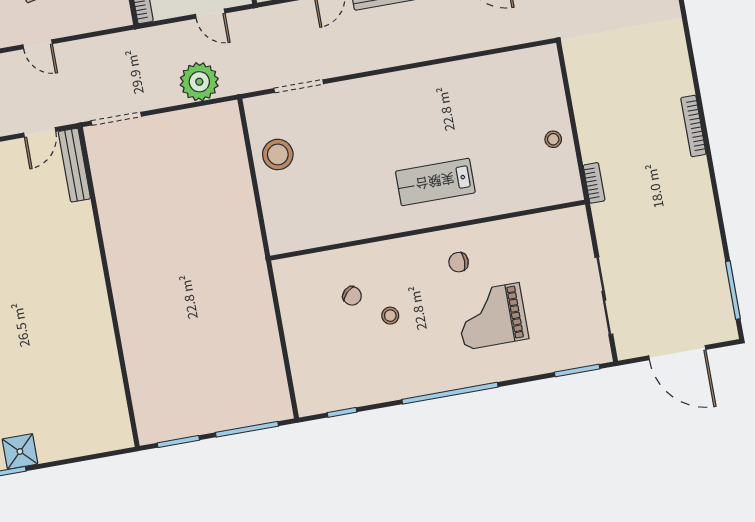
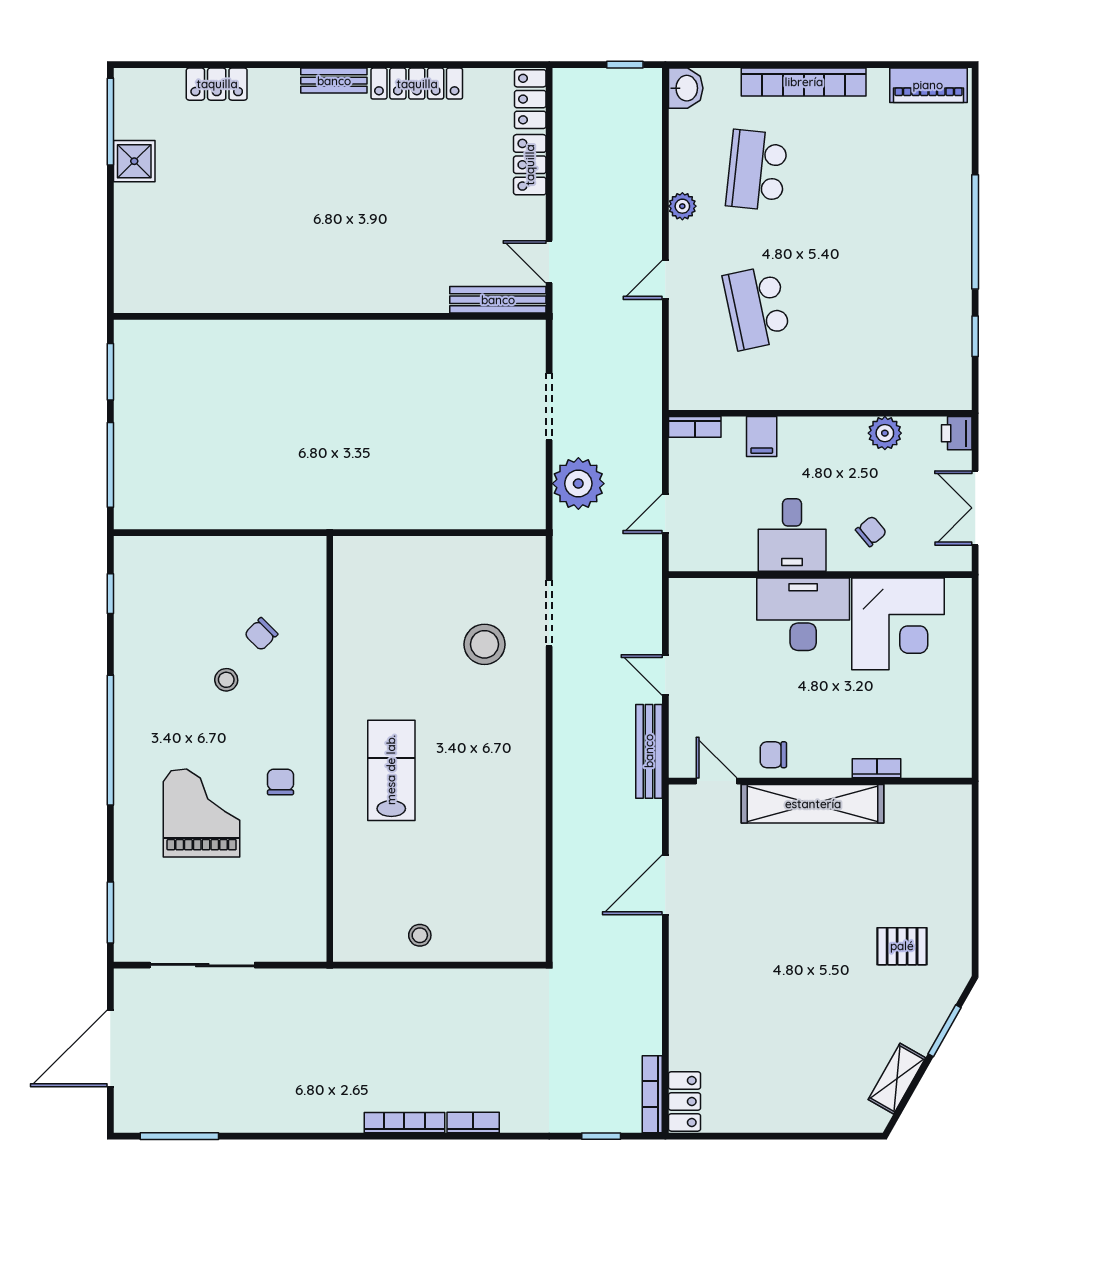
doorway: (116, 119) -> (549, 407), moved
stool: (278, 154) -> (485, 644), moved
bookcase: (594, 183) -> (473, 1123), moved, turned 180

